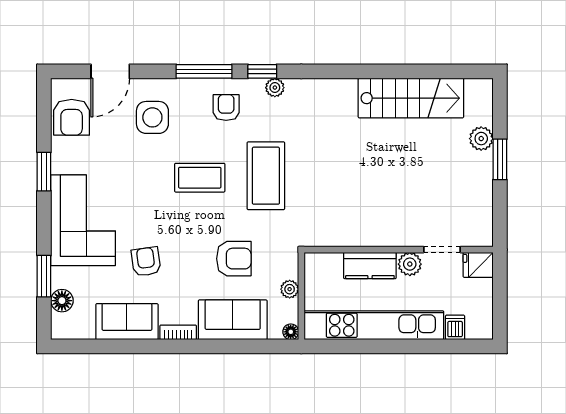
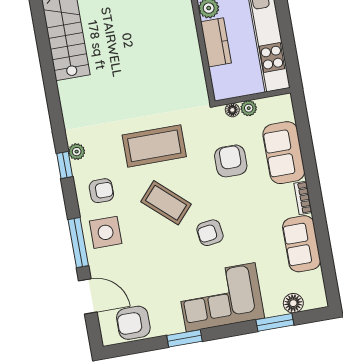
window: (204, 71) -> (78, 243), moved
armchair: (226, 108) -> (101, 191), turned 180
armchair: (72, 117) -> (133, 323), turned 180
side table: (152, 117) -> (106, 232), moved
coffee table: (200, 178) -> (166, 203), turned -48
armchair: (146, 262) -> (210, 233), moved
floor lamp: (291, 332) -> (232, 110), moved

